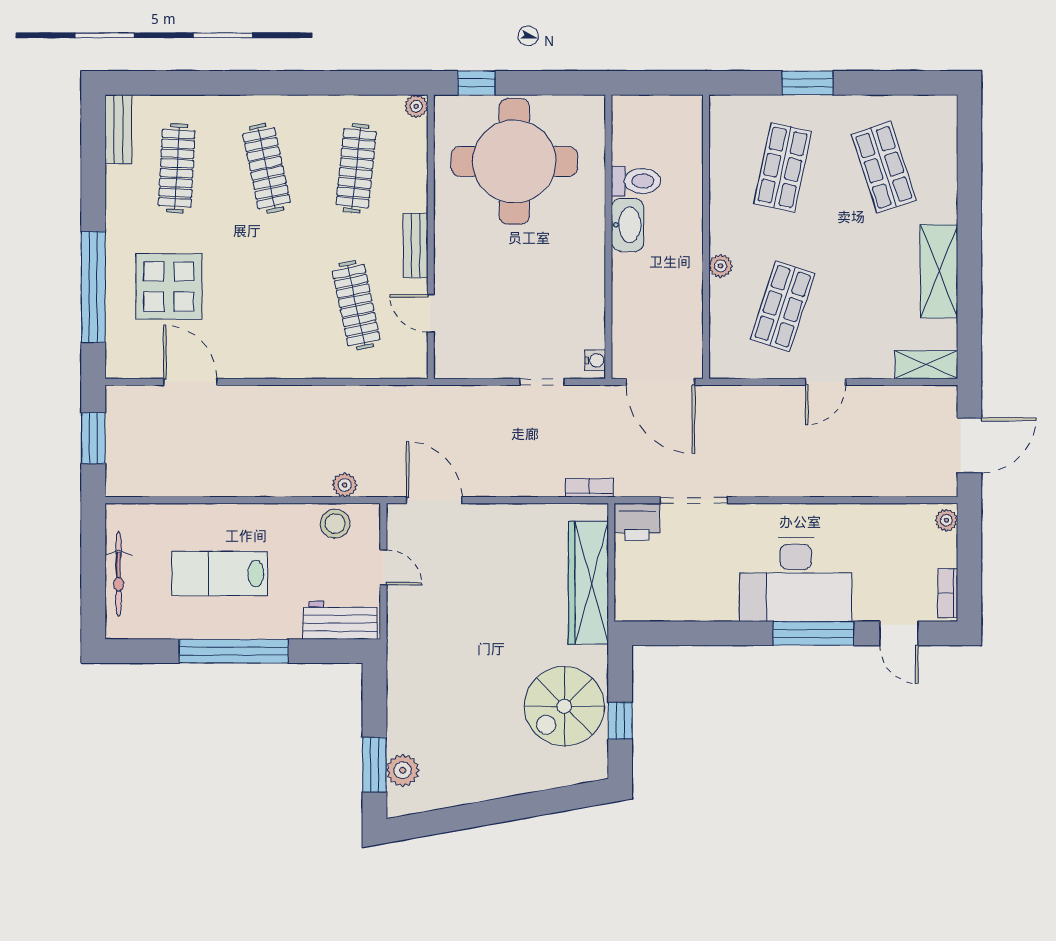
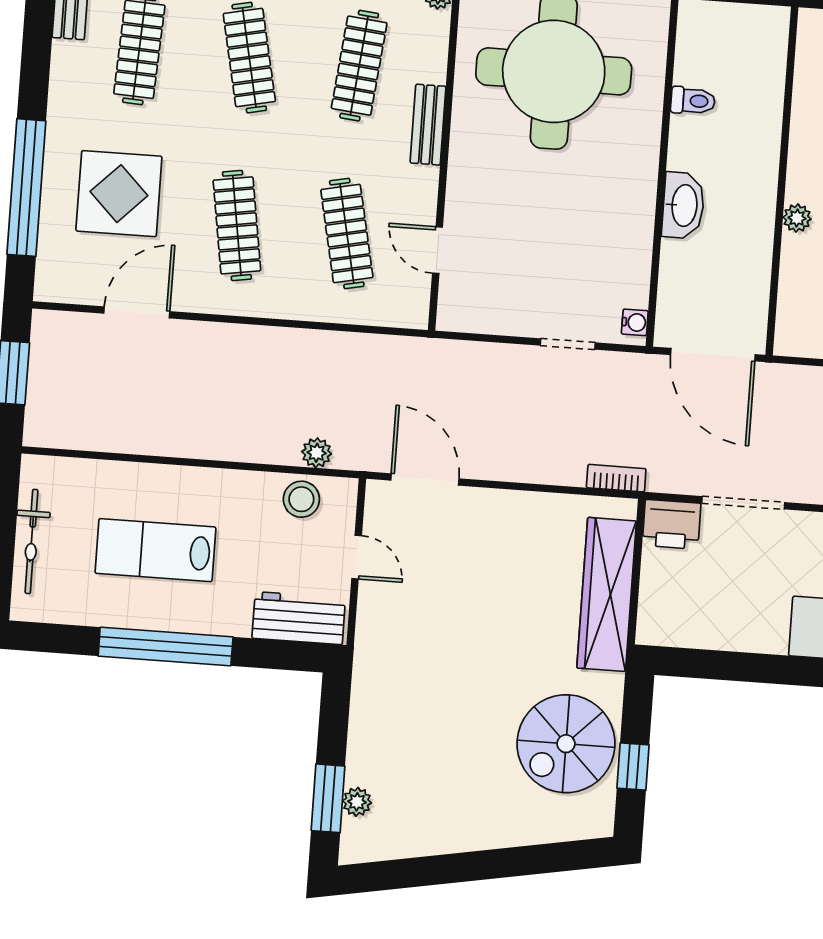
toilet: (636, 181) -> (693, 101), width x0.73, depth x0.72
washbasin: (627, 225) -> (683, 205), moved
bench: (415, 245) -> (428, 125), moved
clothes rail: (266, 305) -> (237, 225), added
door: (190, 382) -> (137, 312), hinge flipped
plant: (403, 770) -> (357, 802), width x0.73, depth x0.73

